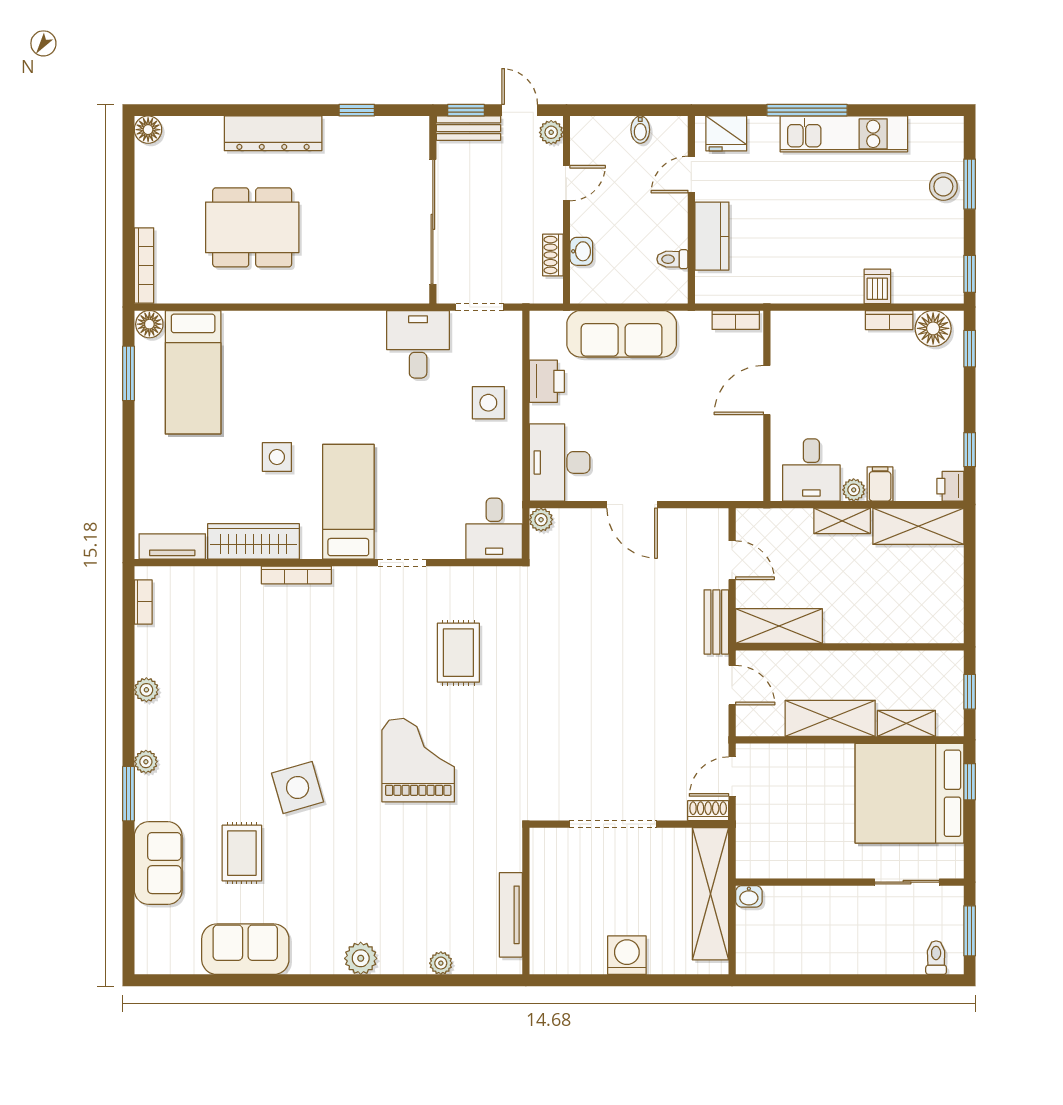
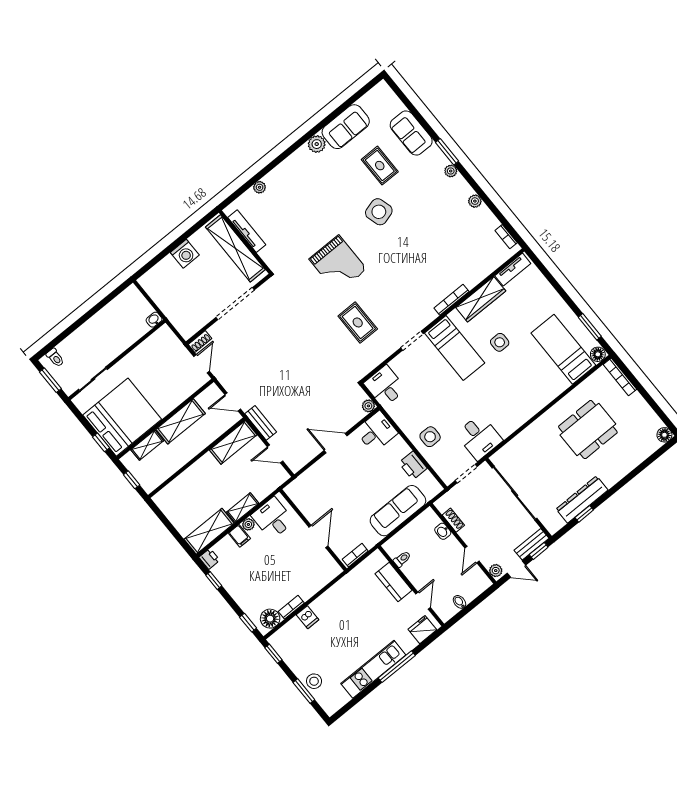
dresser: (273, 133) -> (582, 499), moved
desk: (560, 462) -> (377, 432), width x0.73
shelving: (711, 894) -> (235, 248), moved
plant: (361, 958) -> (317, 144), moved

